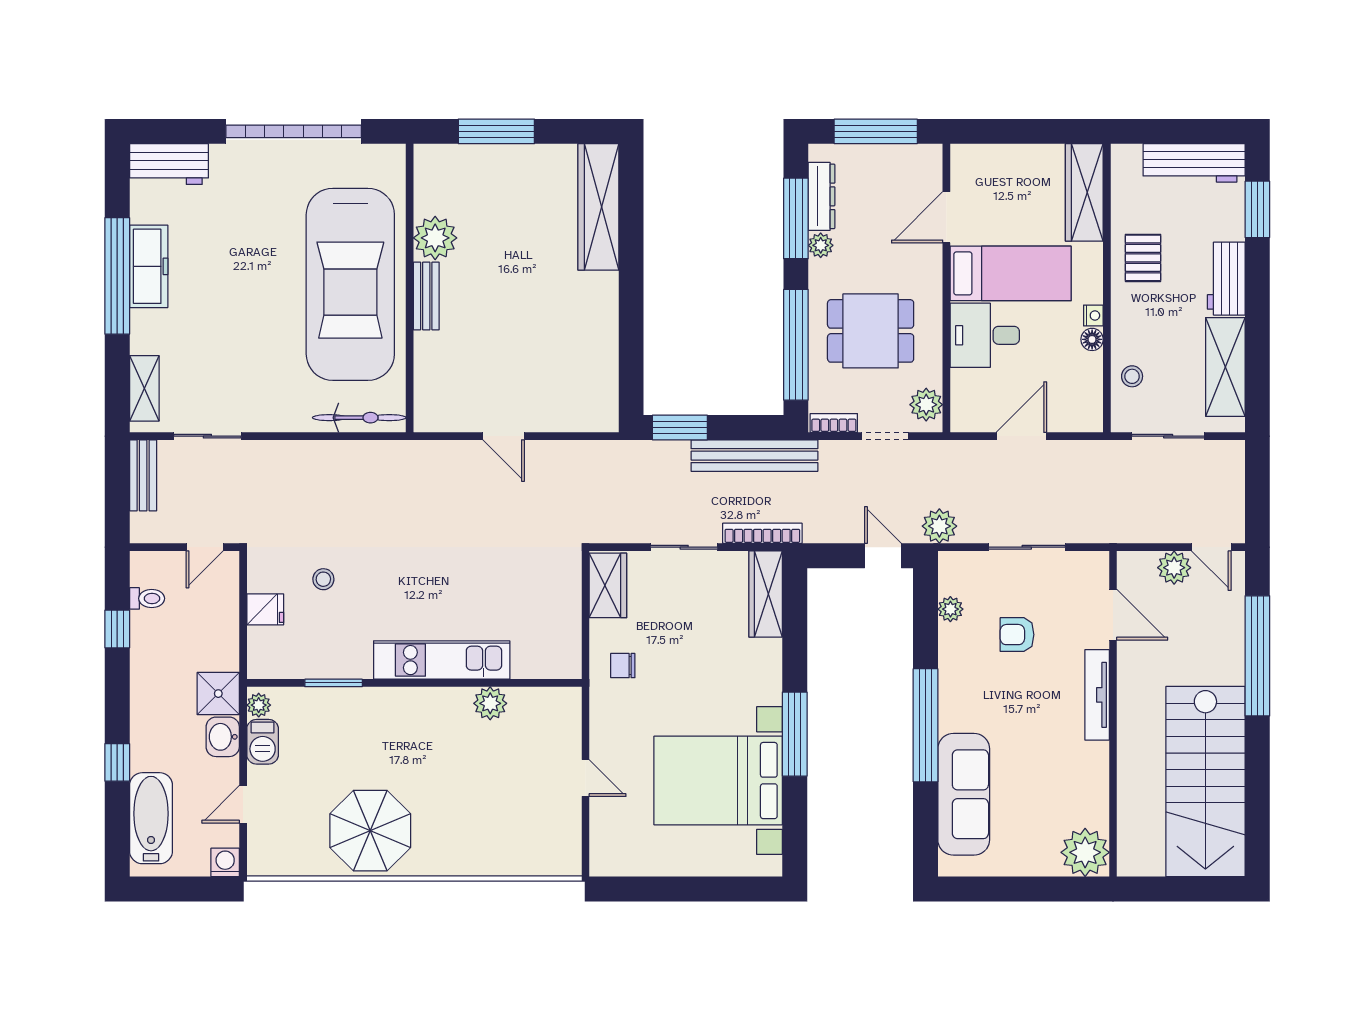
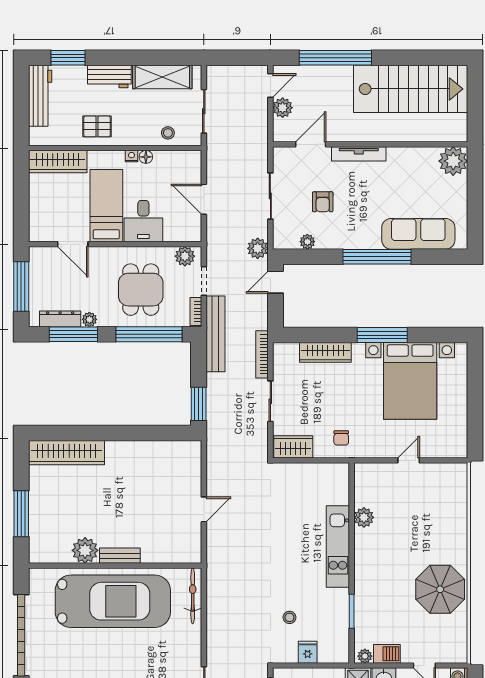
bench: (754, 456) -> (215, 334), moved
wardrobe: (766, 594) -> (325, 352), moved

